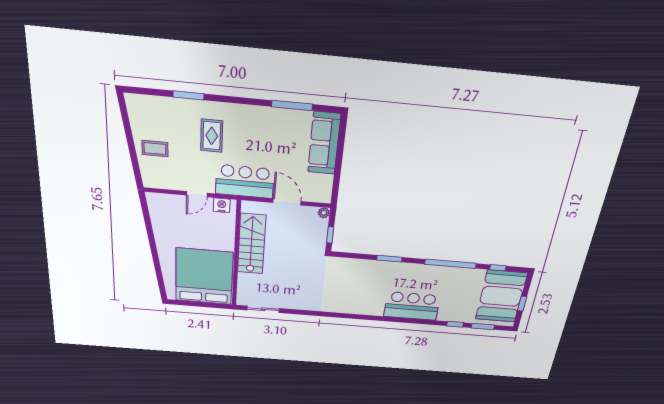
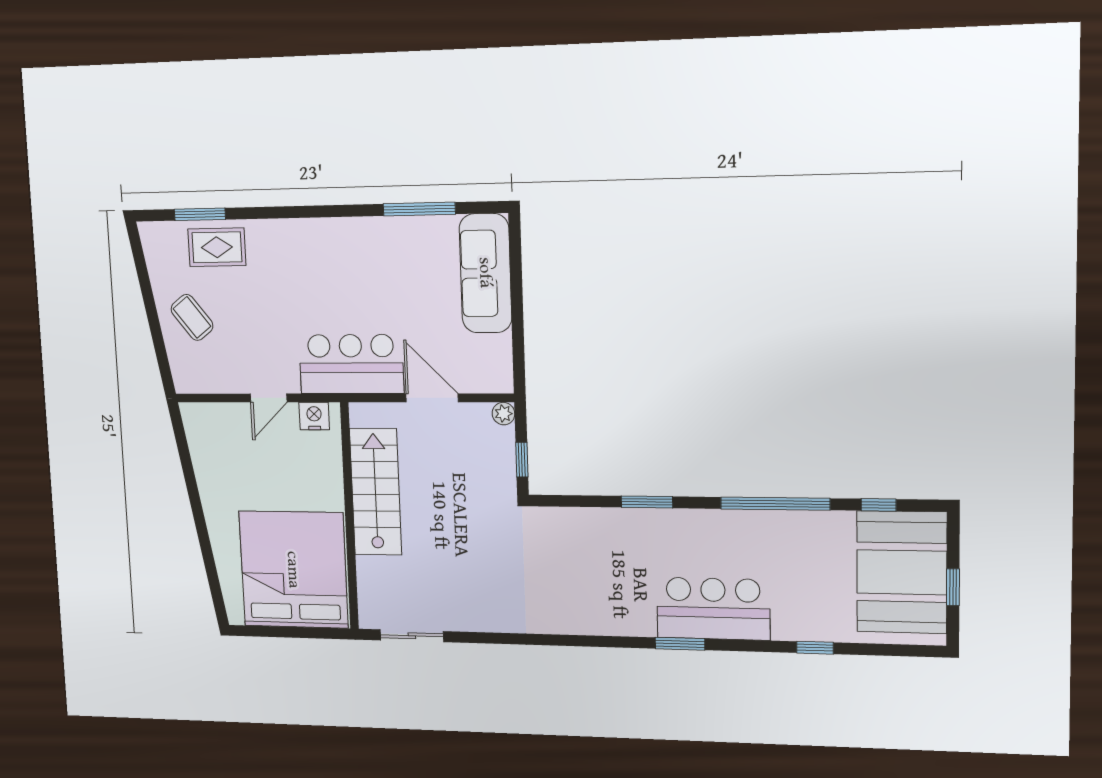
window: (188, 95) -> (200, 214), moved
rug: (212, 136) -> (217, 247), moved, turned 90
coffee table: (155, 149) -> (192, 317), turned 52
window: (483, 326) -> (680, 644), moved

